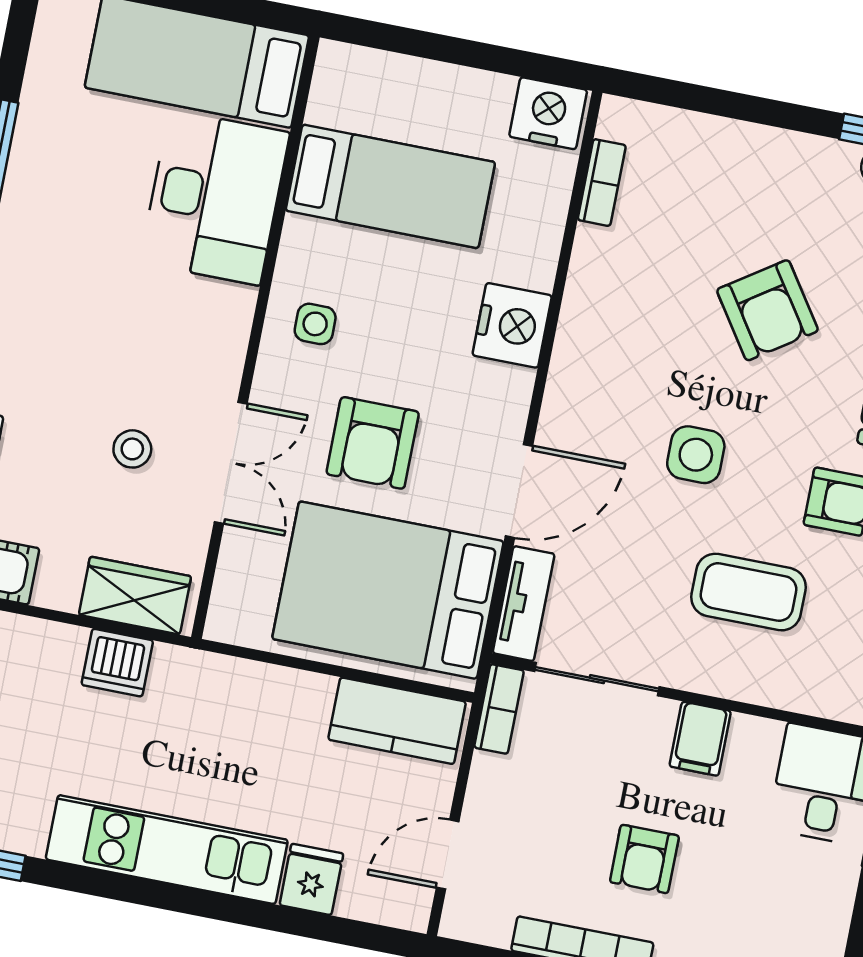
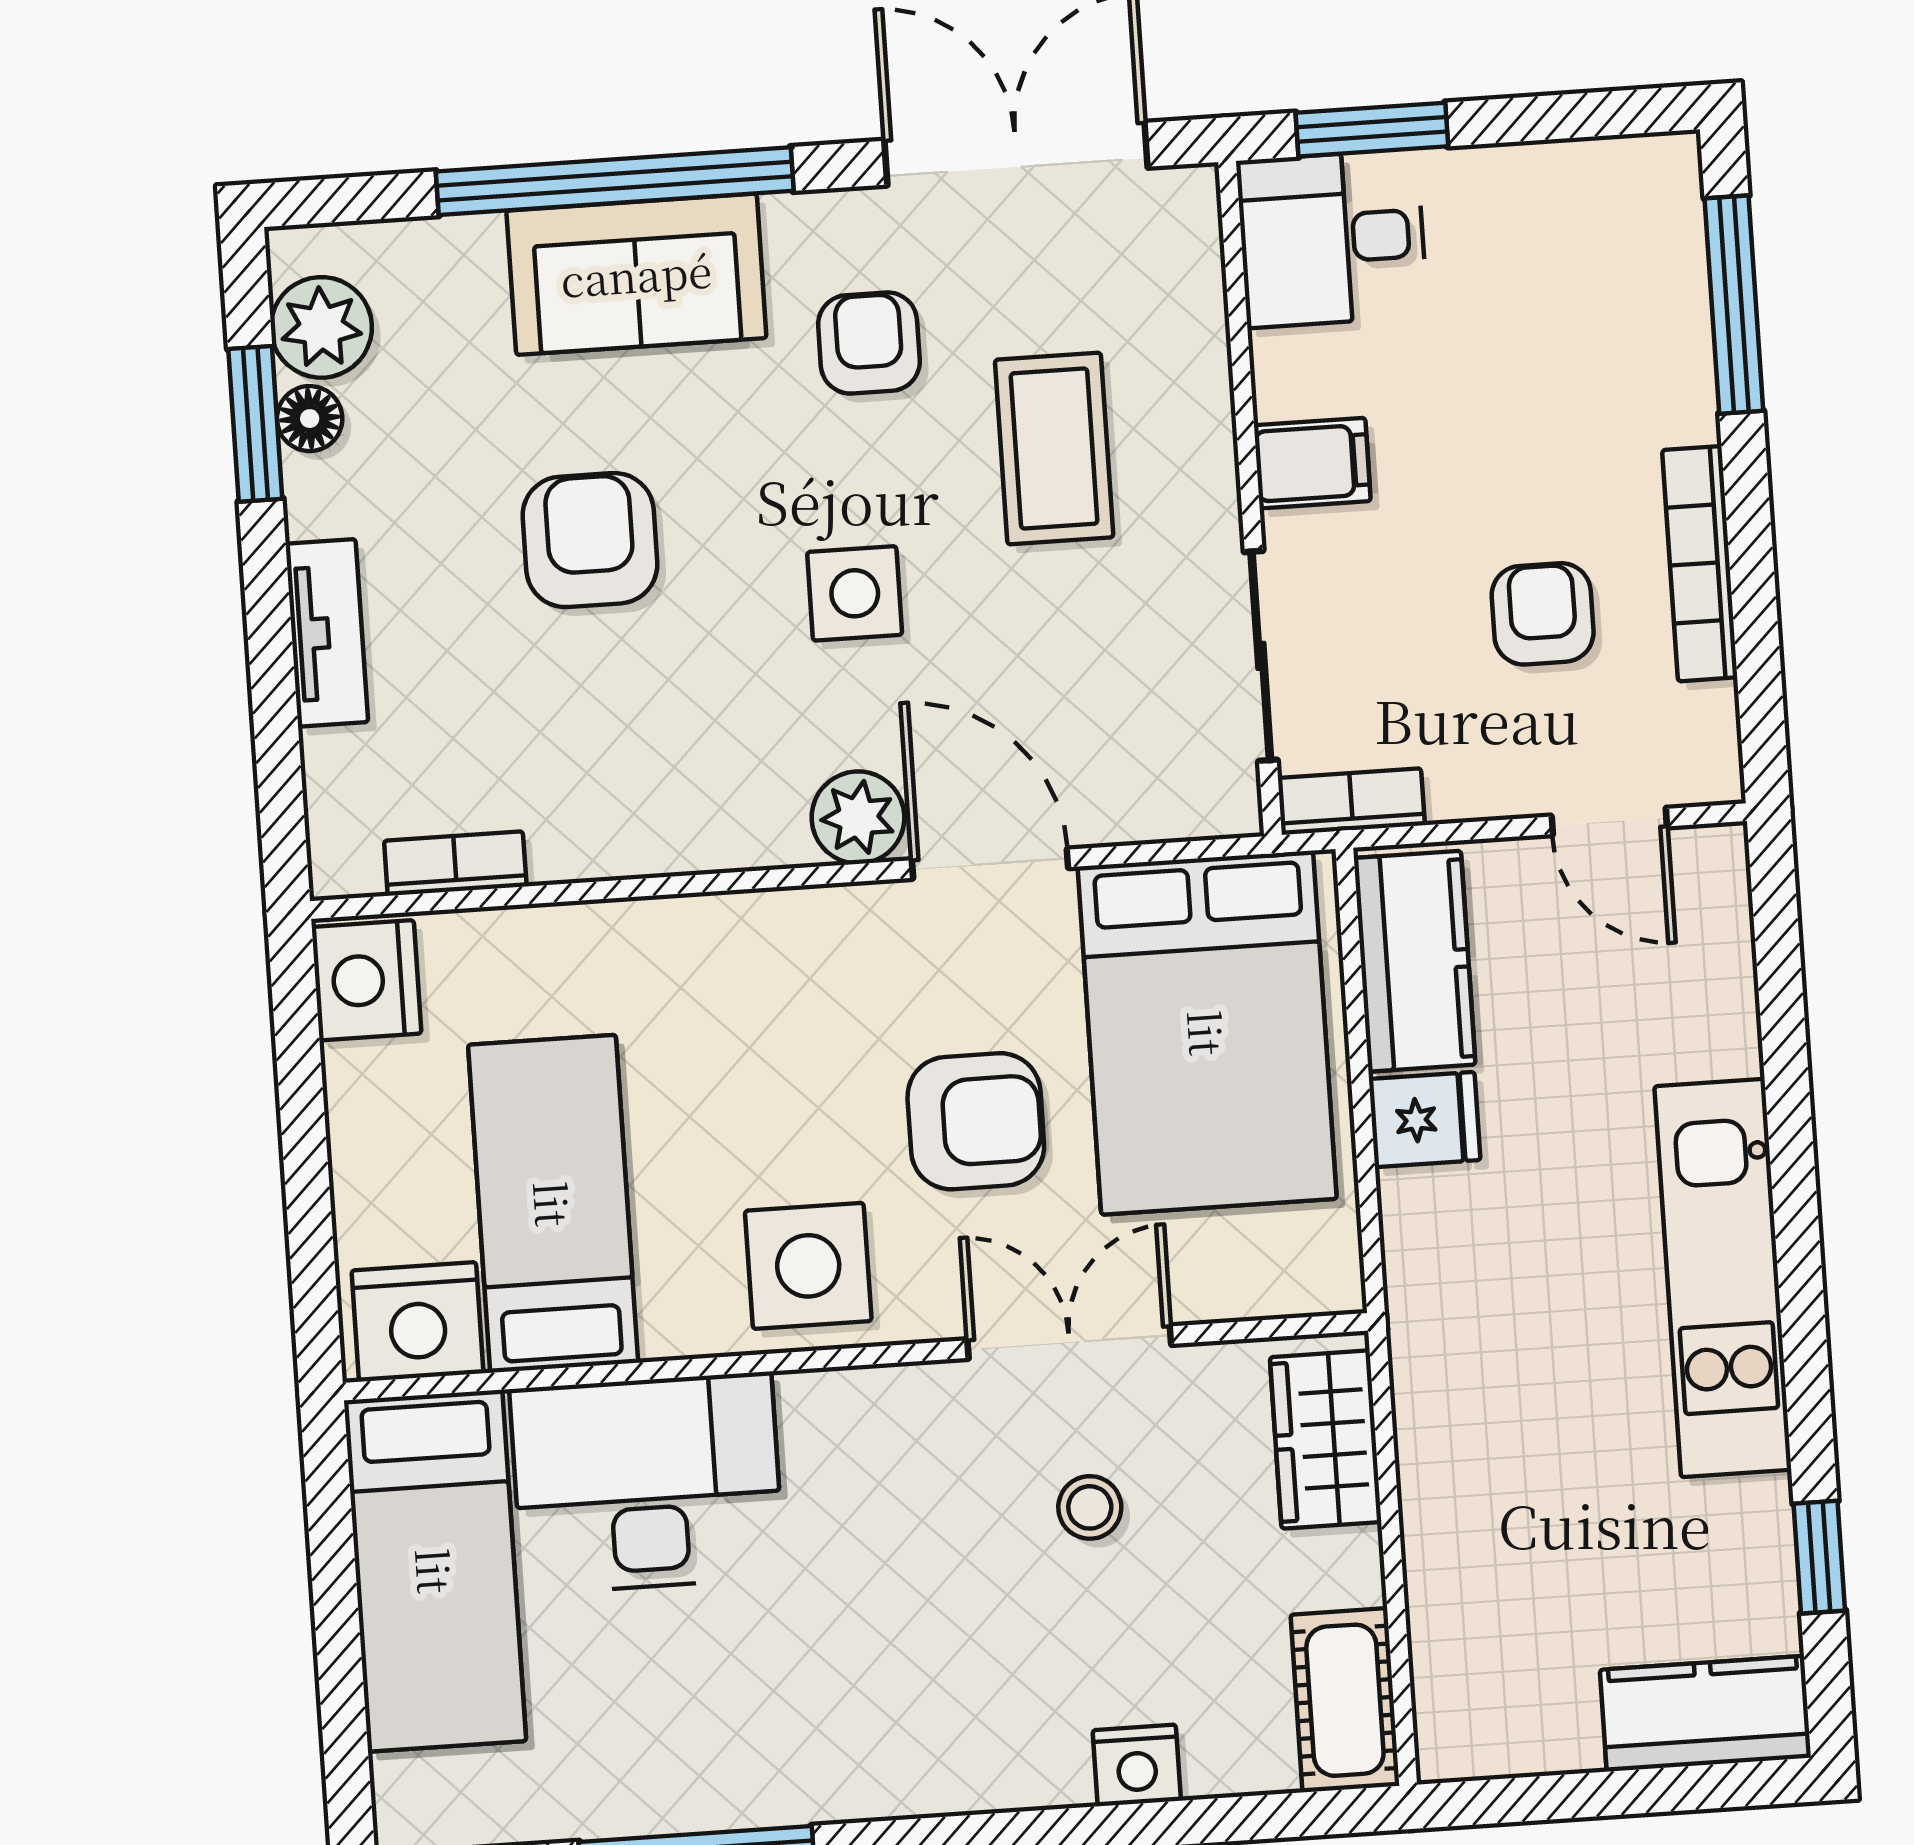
armchair: (767, 310) -> (590, 540), turned -56
side table: (315, 324) -> (808, 1266), width x1.87, depth x1.87
nightstand: (512, 325) -> (418, 1322), moved, turned 180
plant: (566, 422) -> (858, 818), added
tv unit: (524, 604) -> (327, 633), moved, turned 90
dishwasher: (117, 663) -> (1442, 1439), removed
armchair: (644, 859) -> (1543, 614), moved, turned -90
fridge: (311, 879) -> (1425, 1120), moved, turned 180

